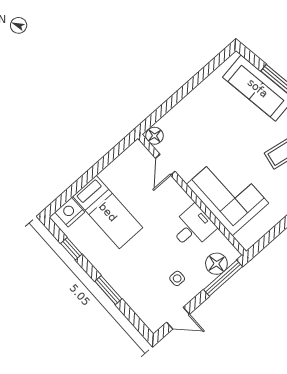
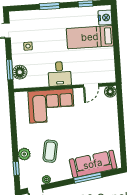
door: (165, 165) -> (91, 86), swing flipped
desk: (193, 227) -> (59, 74), moved
window: (223, 278) -> (10, 70), width x0.69

